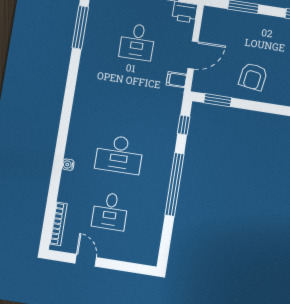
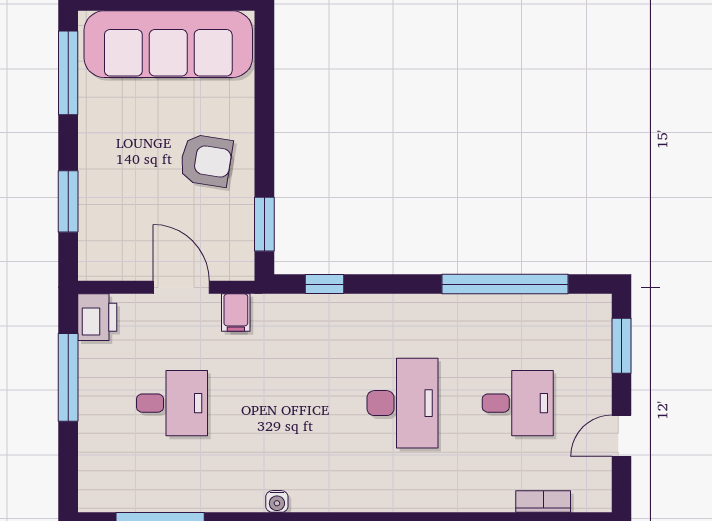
water cooler: (68, 165) -> (277, 501), moved
window: (174, 184) -> (505, 284), moved
bookcase: (58, 224) -> (543, 502), width x0.64
window: (130, 267) -> (621, 346), added

